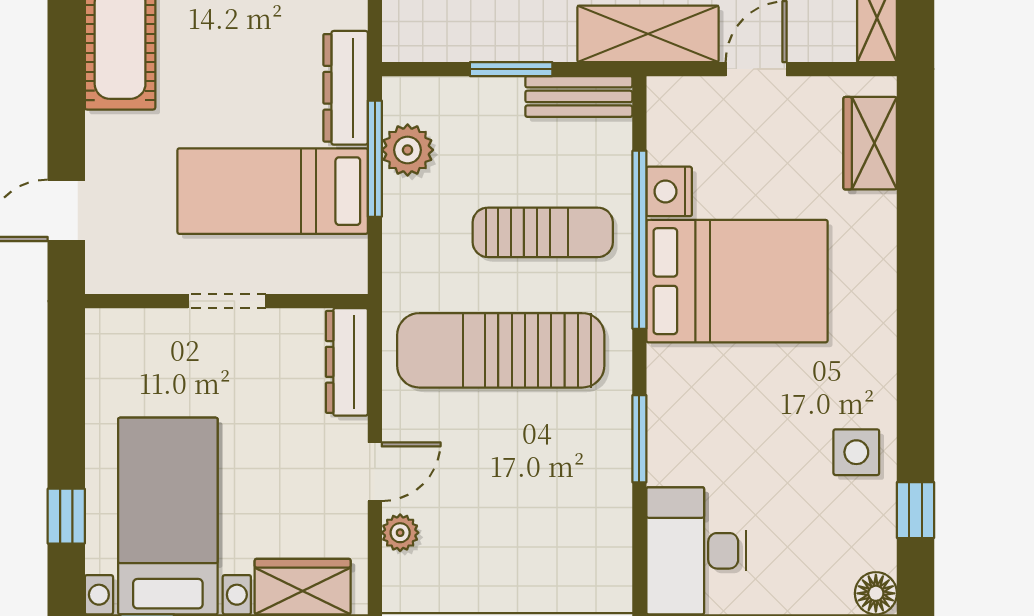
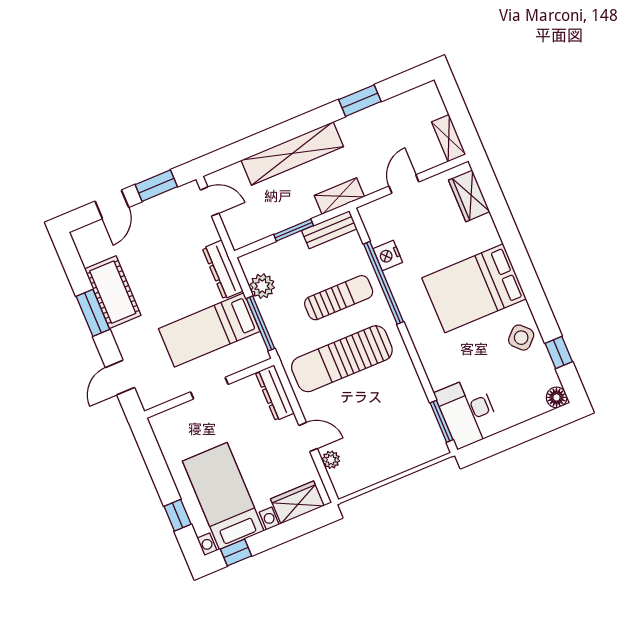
shelving: (648, 34) -> (339, 196), width x0.67, depth x0.75
window: (66, 67) -> (93, 313), added
window: (375, 159) -> (261, 323), moved
bed: (737, 281) -> (474, 288), moved, turned 180
window: (639, 439) -> (441, 421), moved
side table: (856, 452) -> (521, 338), turned 45
door: (375, 472) -> (308, 437), hinge flipped

